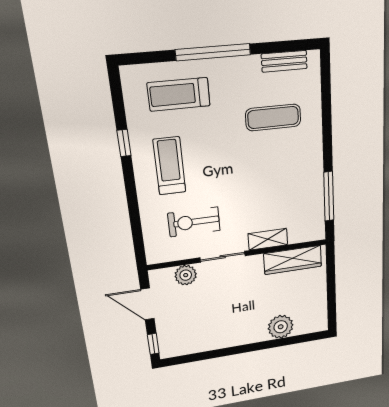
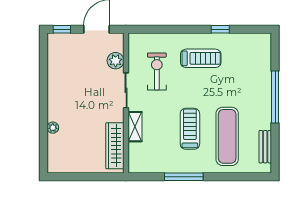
treadmill: (179, 94) -> (190, 129), moved
exercise mat: (273, 118) -> (227, 136), width x1.36, depth x1.45
window: (329, 196) -> (184, 177), moved
plant: (281, 327) -> (53, 128), width x0.53, depth x0.53

